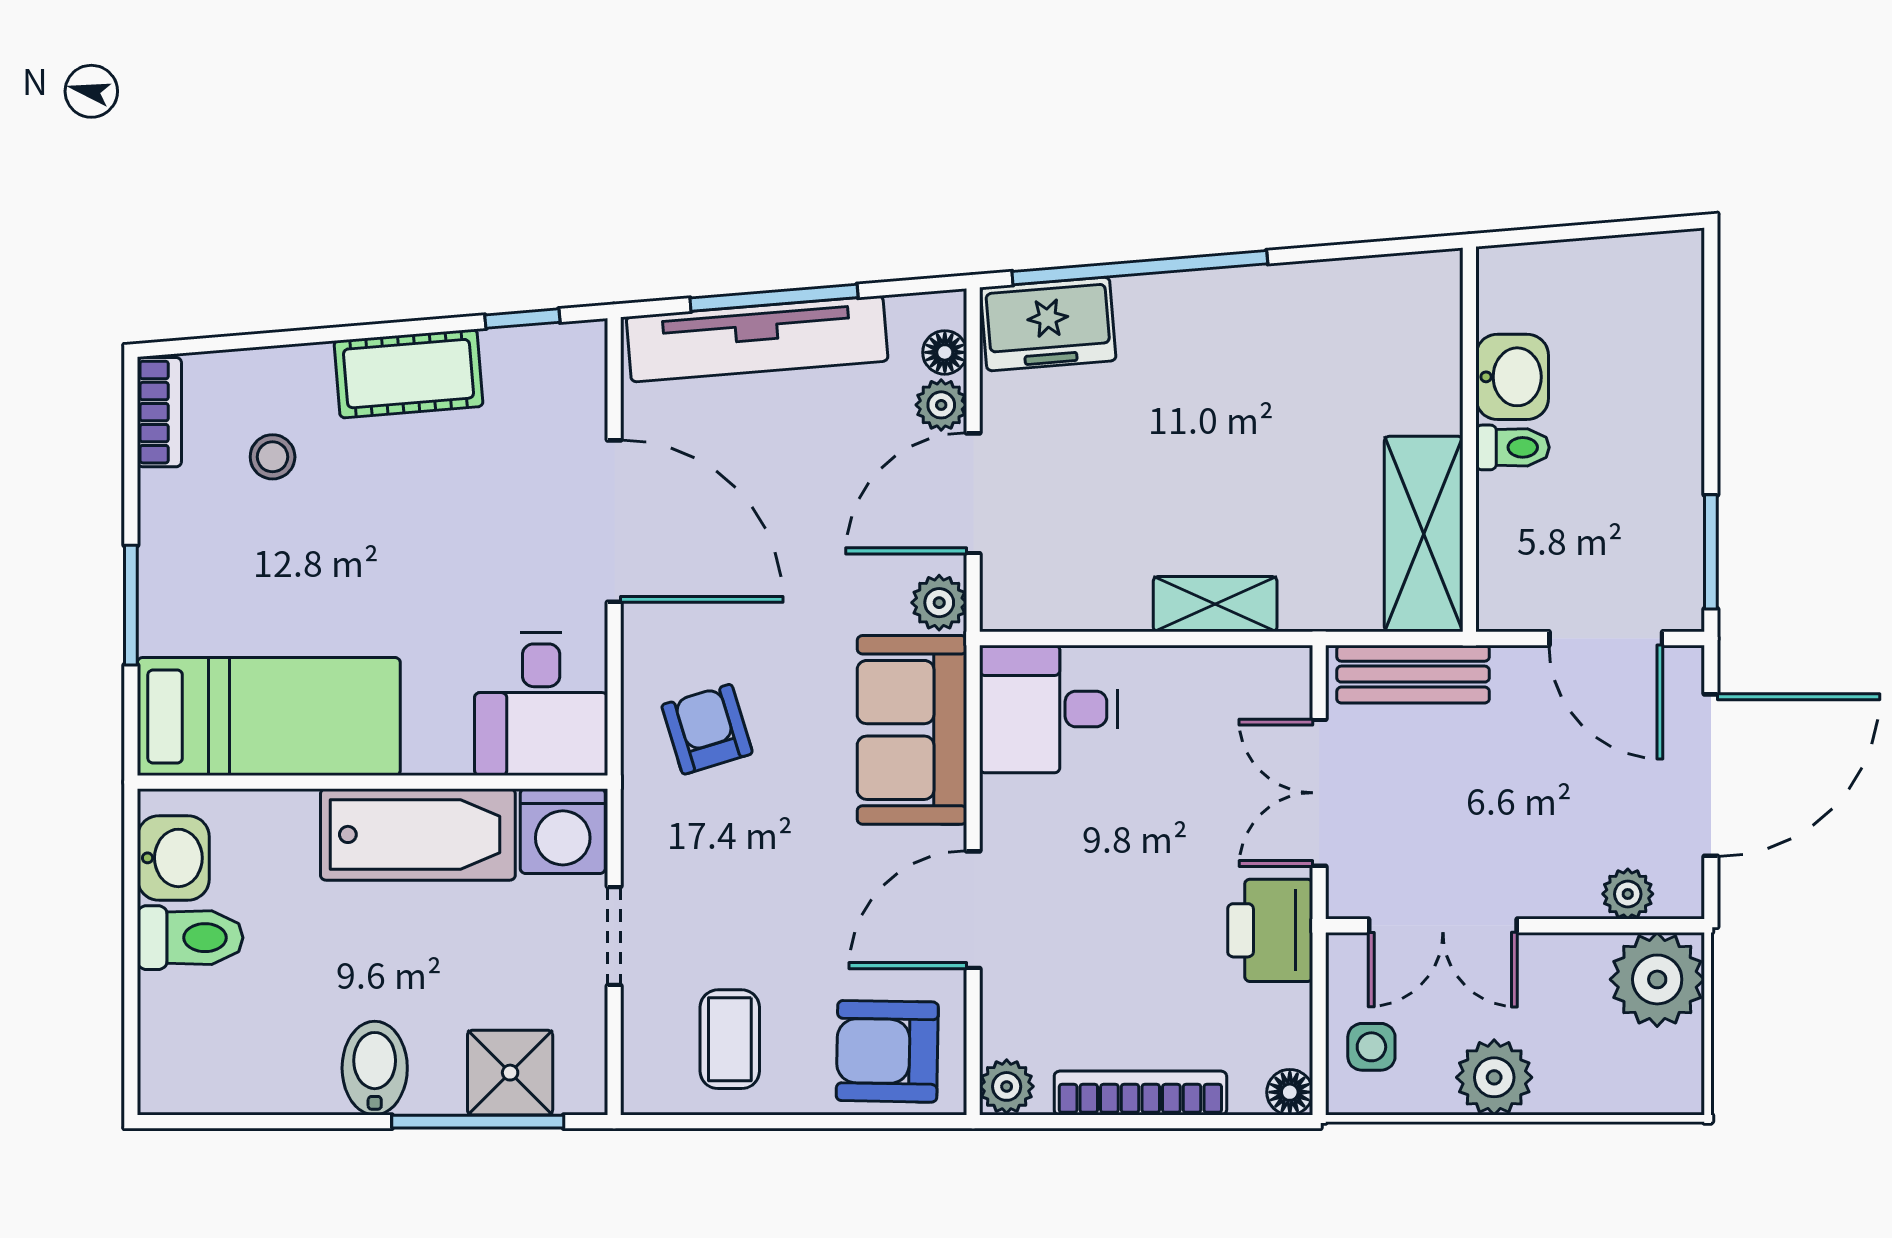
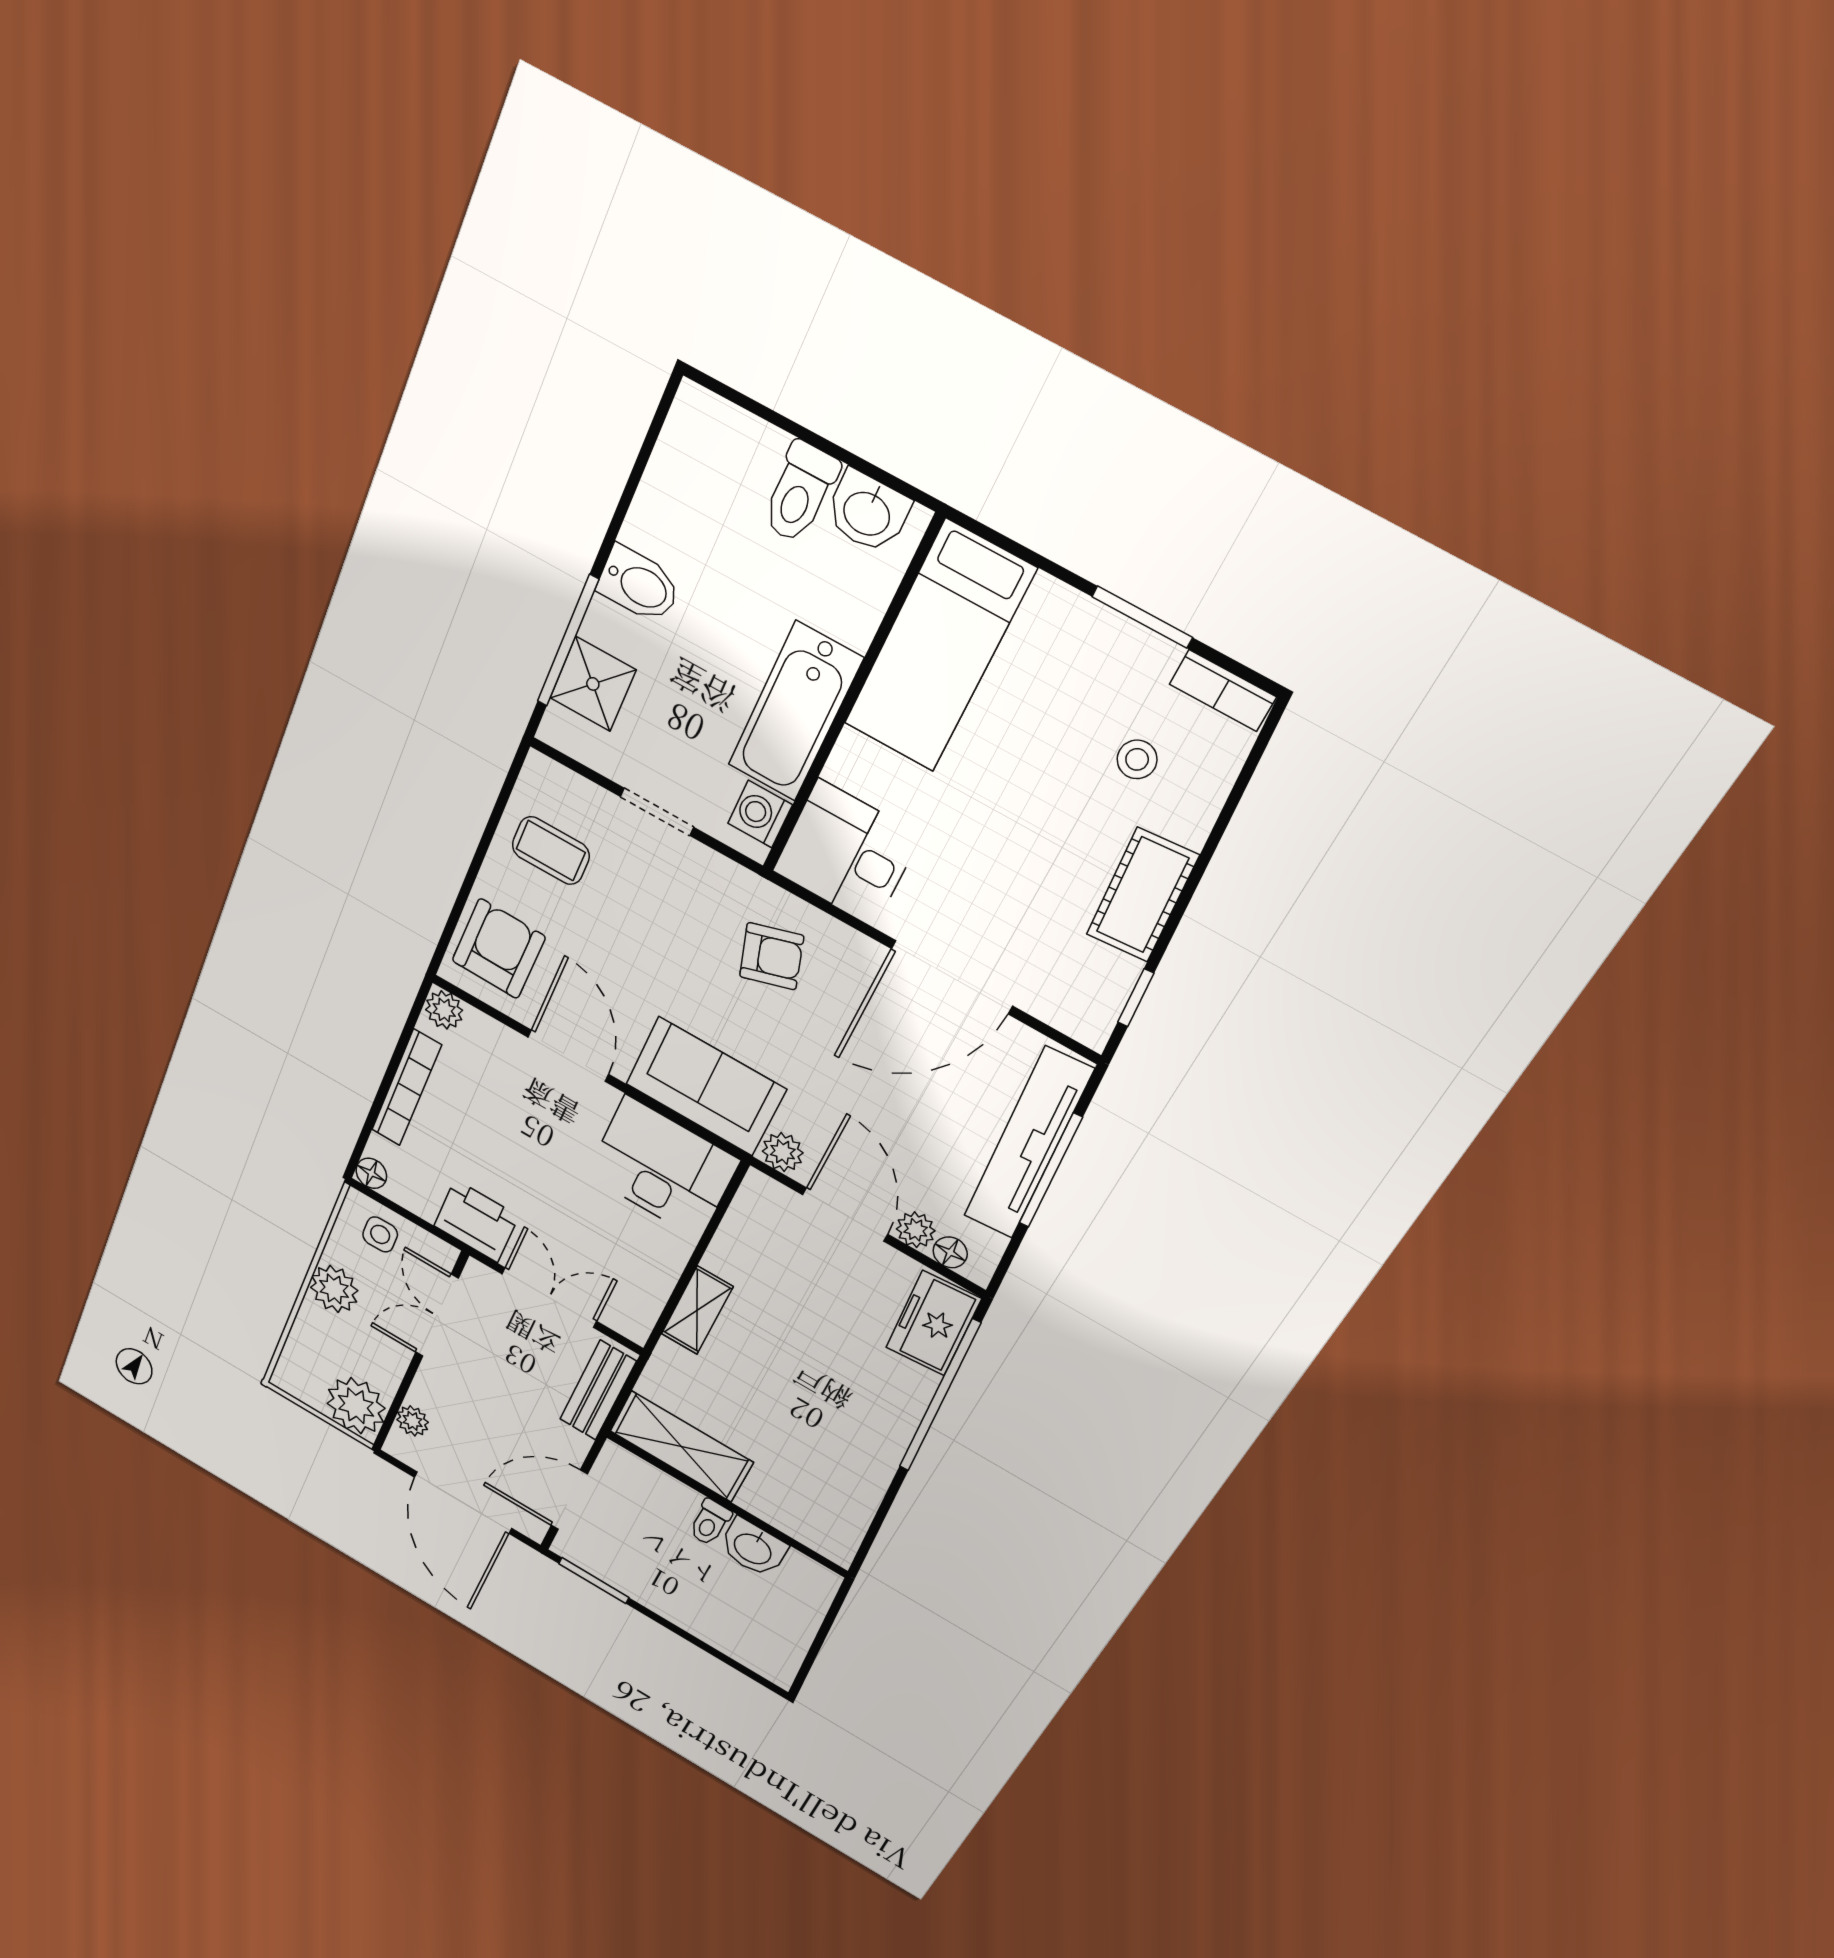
window: (131, 605) -> (1142, 617), moved
desk: (1049, 709) -> (663, 1168), width x1.37
washing machine: (563, 831) -> (760, 814), width x0.73, depth x0.73

